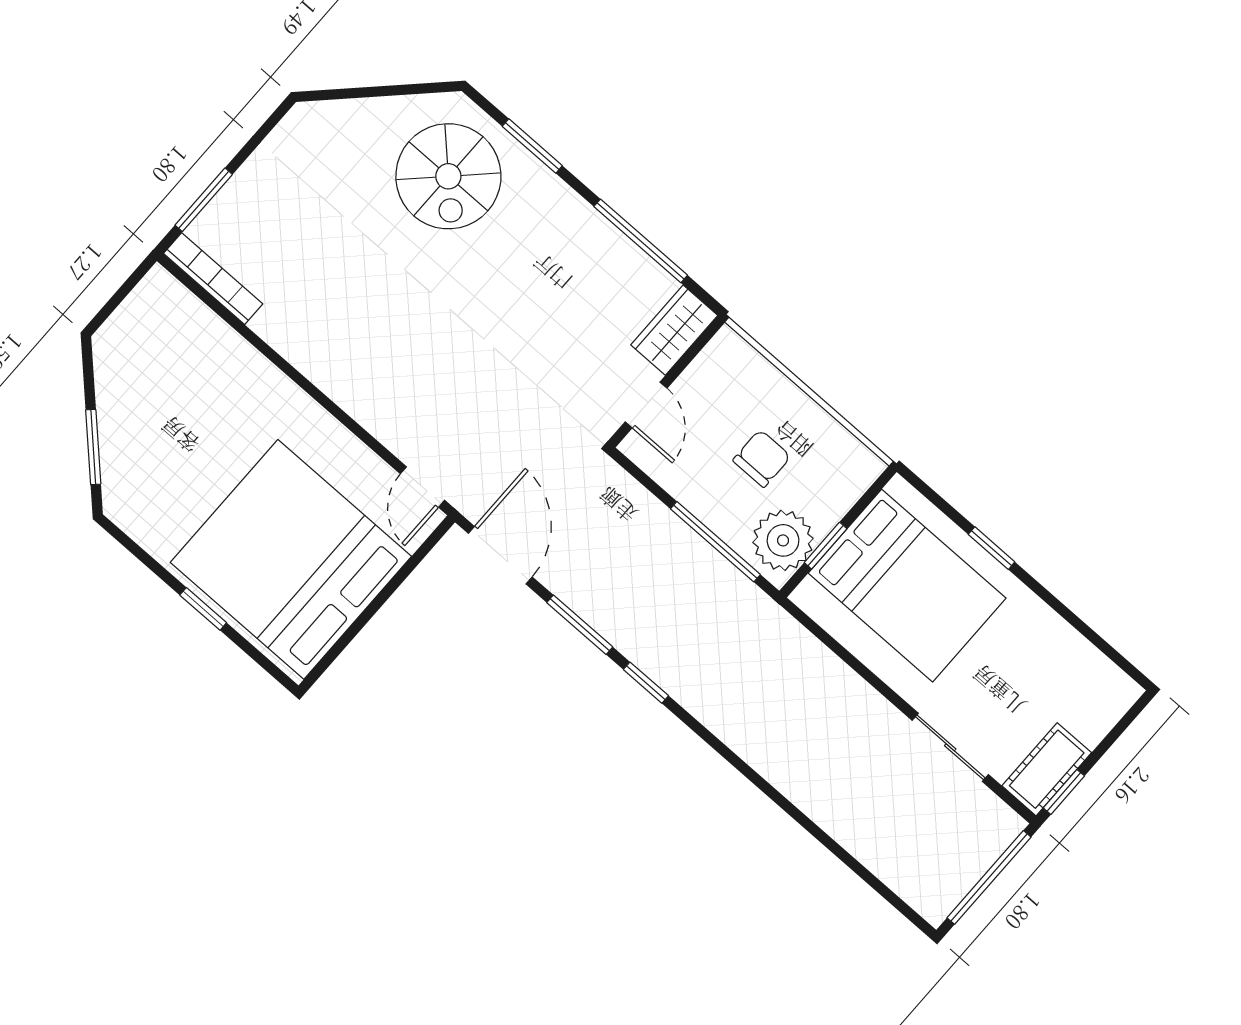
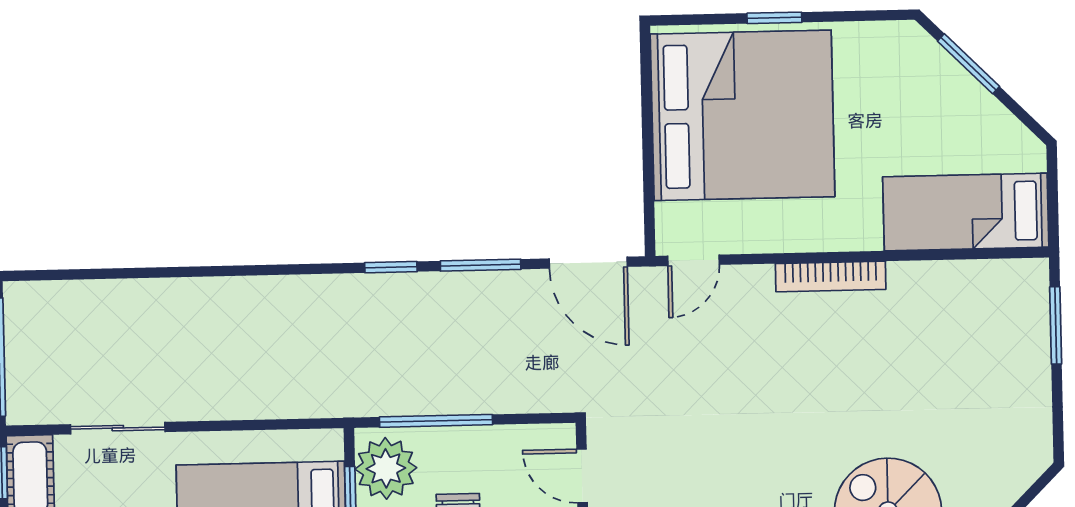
bookcase: (213, 279) -> (831, 276), moved
bed: (194, 342) -> (966, 212), added
door: (423, 487) -> (694, 260), swing flipped

